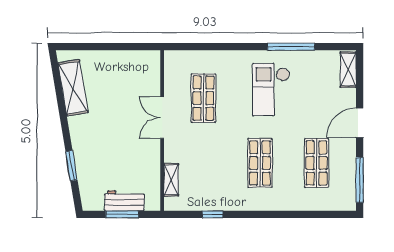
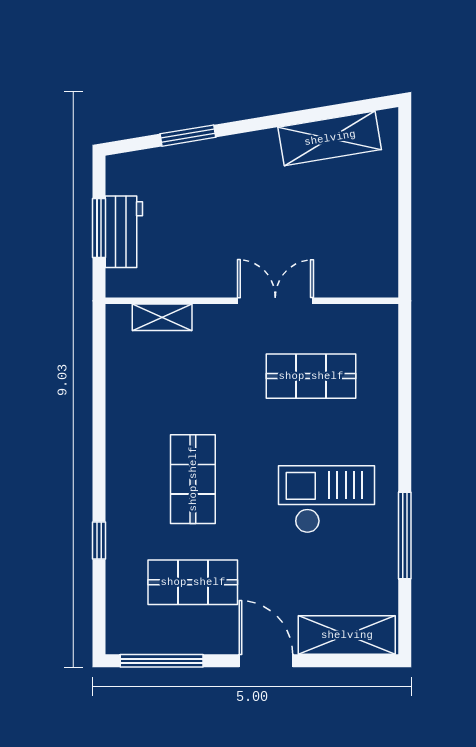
shelving: (348, 70) -> (347, 635), width x1.50, depth x1.33
shop shelf: (260, 163) -> (193, 479), turned 90
window: (212, 214) -> (99, 541), moved

